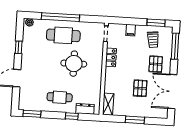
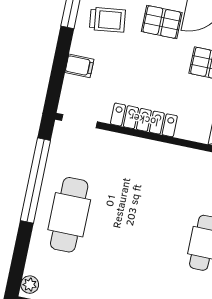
window: (60, 17) -> (35, 180), moved
locker: (111, 57) -> (144, 120), width x1.53
round table: (74, 64) -> (134, 201), removed

